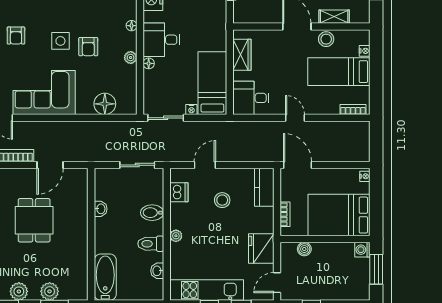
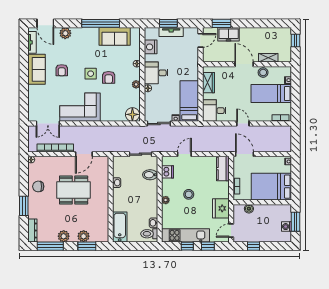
floor lamp: (105, 104) -> (132, 114), moved
stool: (222, 200) -> (189, 194), moved
bidet: (152, 213) -> (150, 175), moved
dining table: (34, 220) -> (74, 190), width x1.37
toilet: (151, 244) -> (149, 234), moved
washing machine: (362, 250) -> (287, 227), moved

